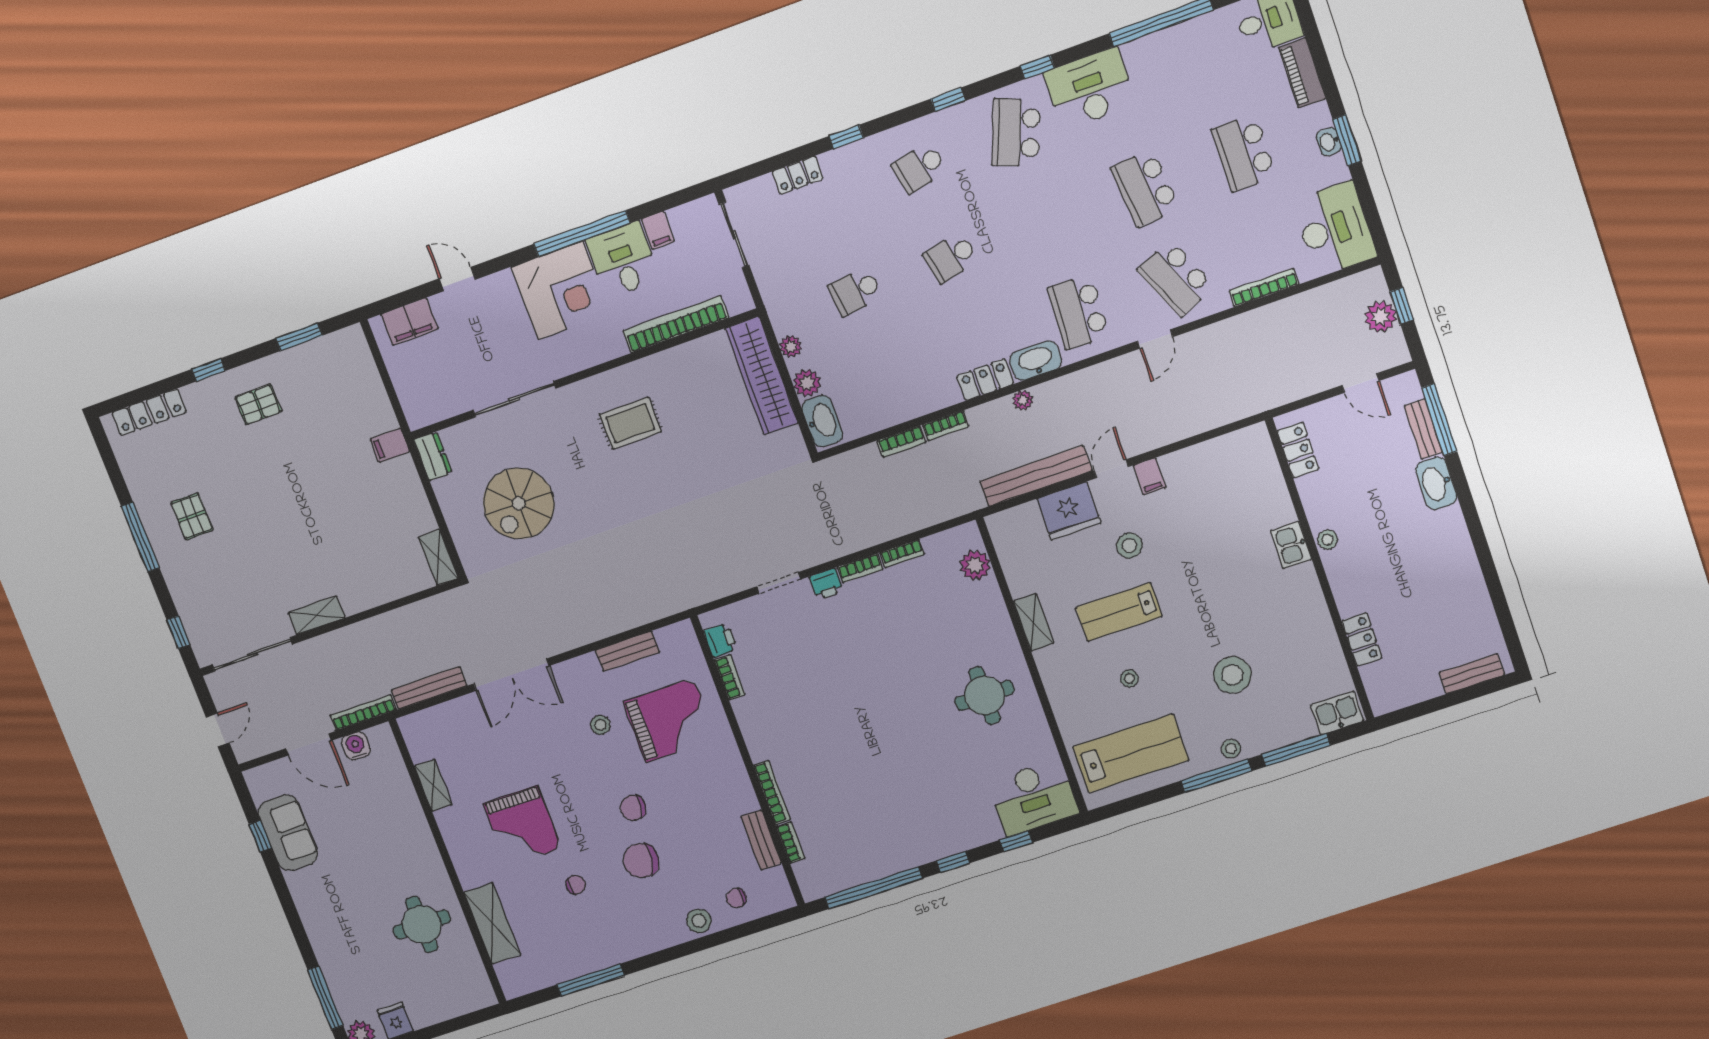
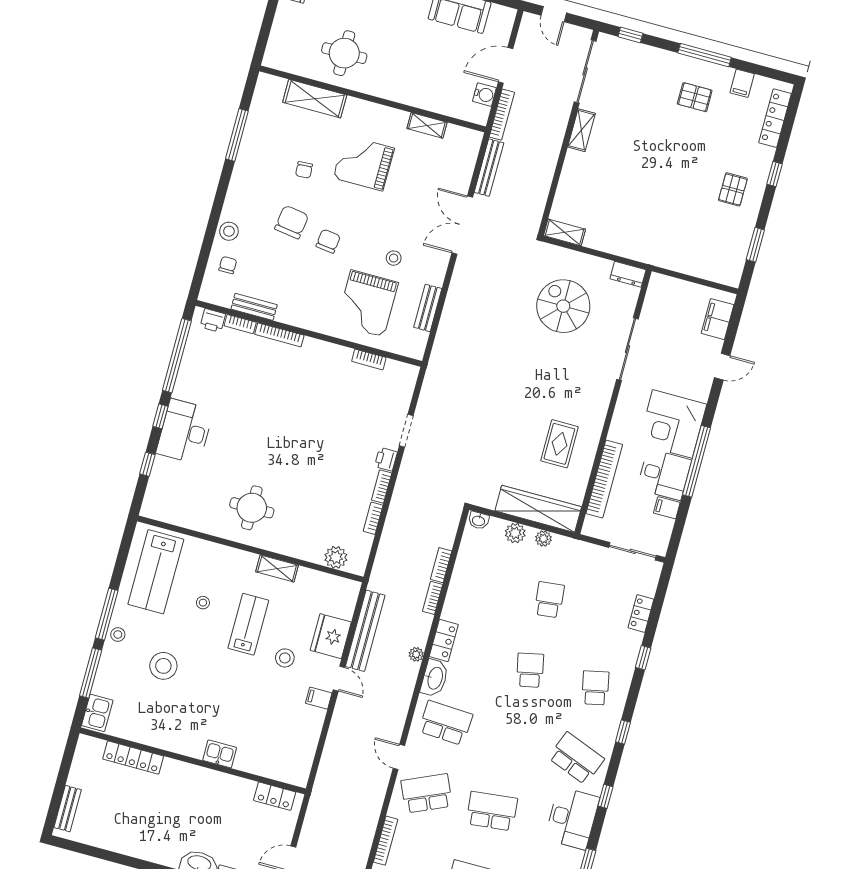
washbasin: (822, 421) -> (479, 520), width x0.52, depth x0.69
rug: (630, 423) -> (559, 444), moved
filing cabinet: (390, 445) -> (742, 83), moved, turned 180
stool: (1328, 540) -> (208, 778), removed
locker: (1362, 639) -> (133, 758), width x1.53
printer: (720, 640) -> (213, 320), moved
desk: (1033, 798) -> (185, 431), moved

